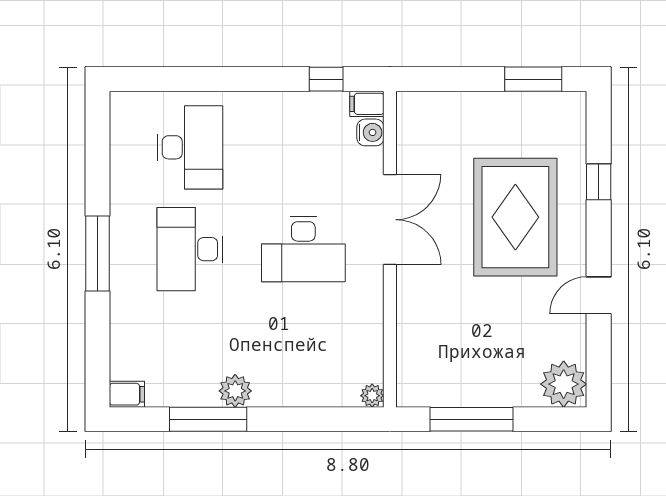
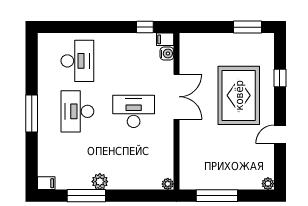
desk: (303, 249) -> (134, 111), turned 180
plant: (564, 384) -> (268, 184), width x0.53, depth x0.53

